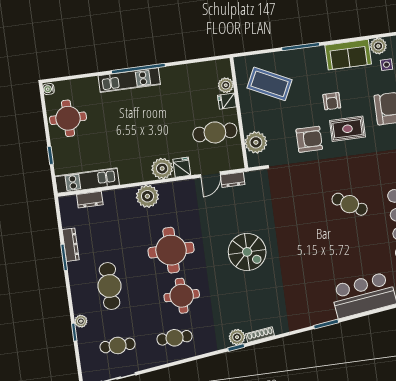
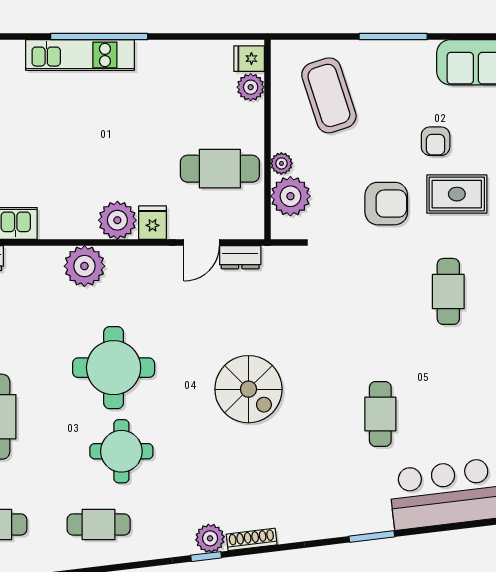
coffee table: (270, 84) -> (329, 95), turned 46
fridge: (227, 101) -> (249, 59), moved
plant: (248, 125) -> (281, 163), added
cafe table: (350, 204) -> (448, 291), moved, turned 59
cafe table: (322, 256) -> (380, 414), added

